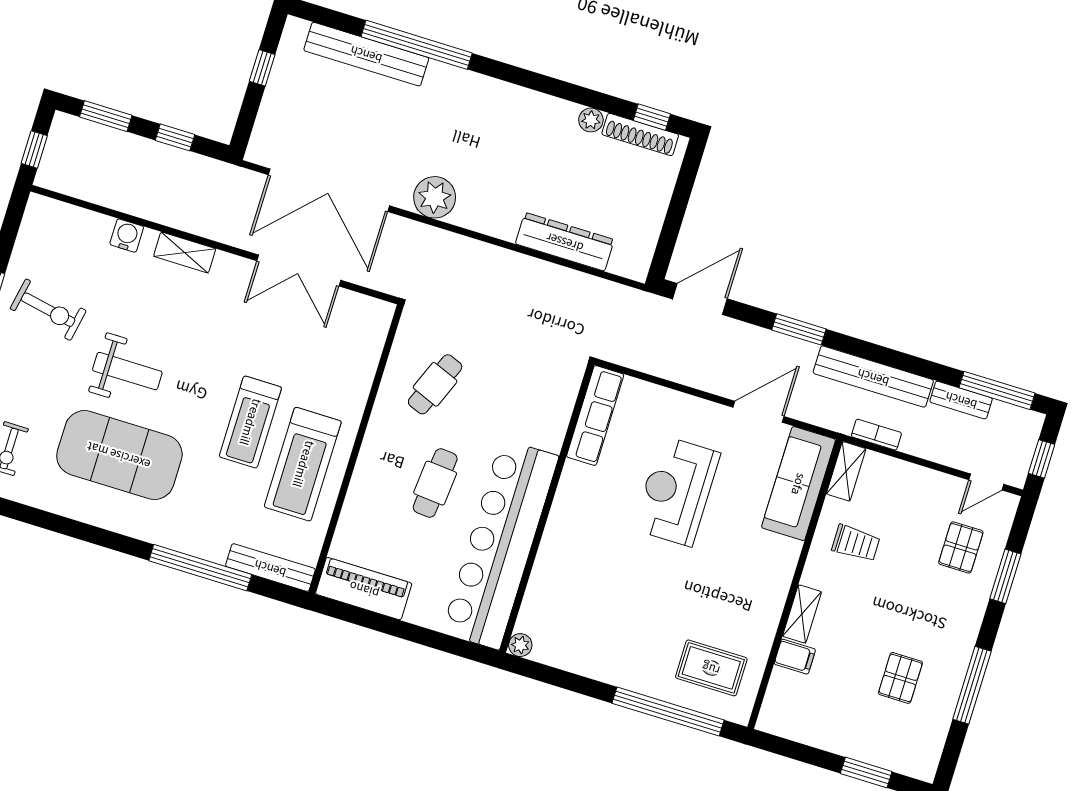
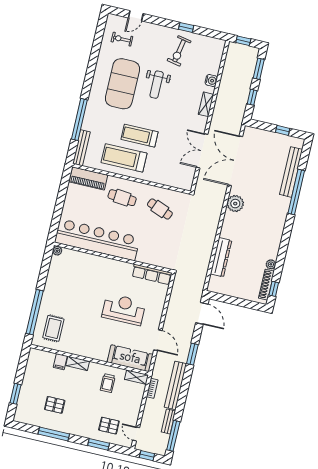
cafe table: (435, 483) -> (122, 198), moved
piano: (364, 589) -> (88, 178), moved, turned 90

